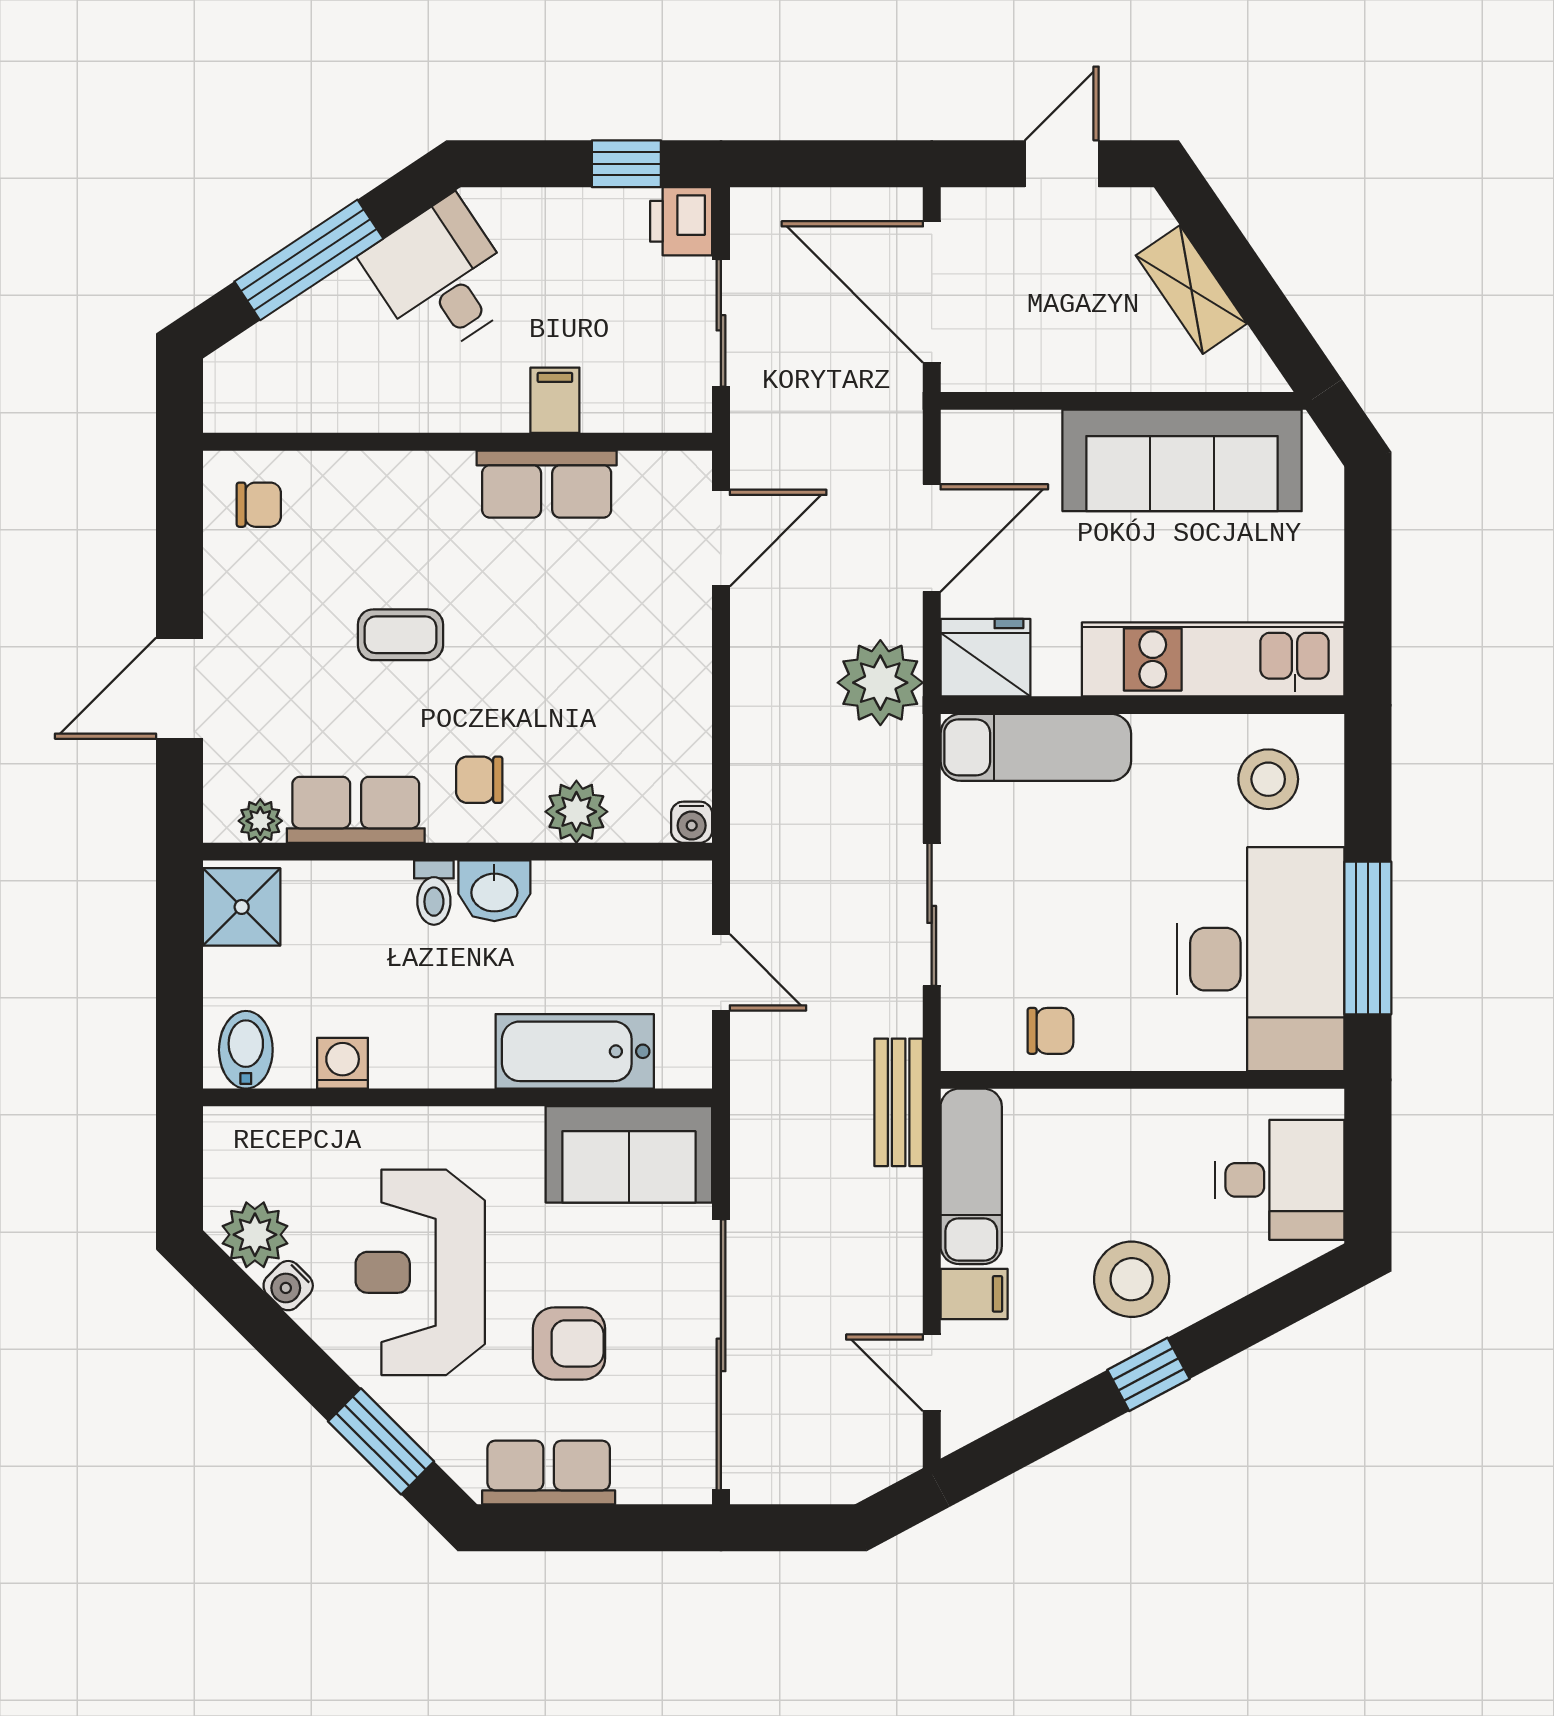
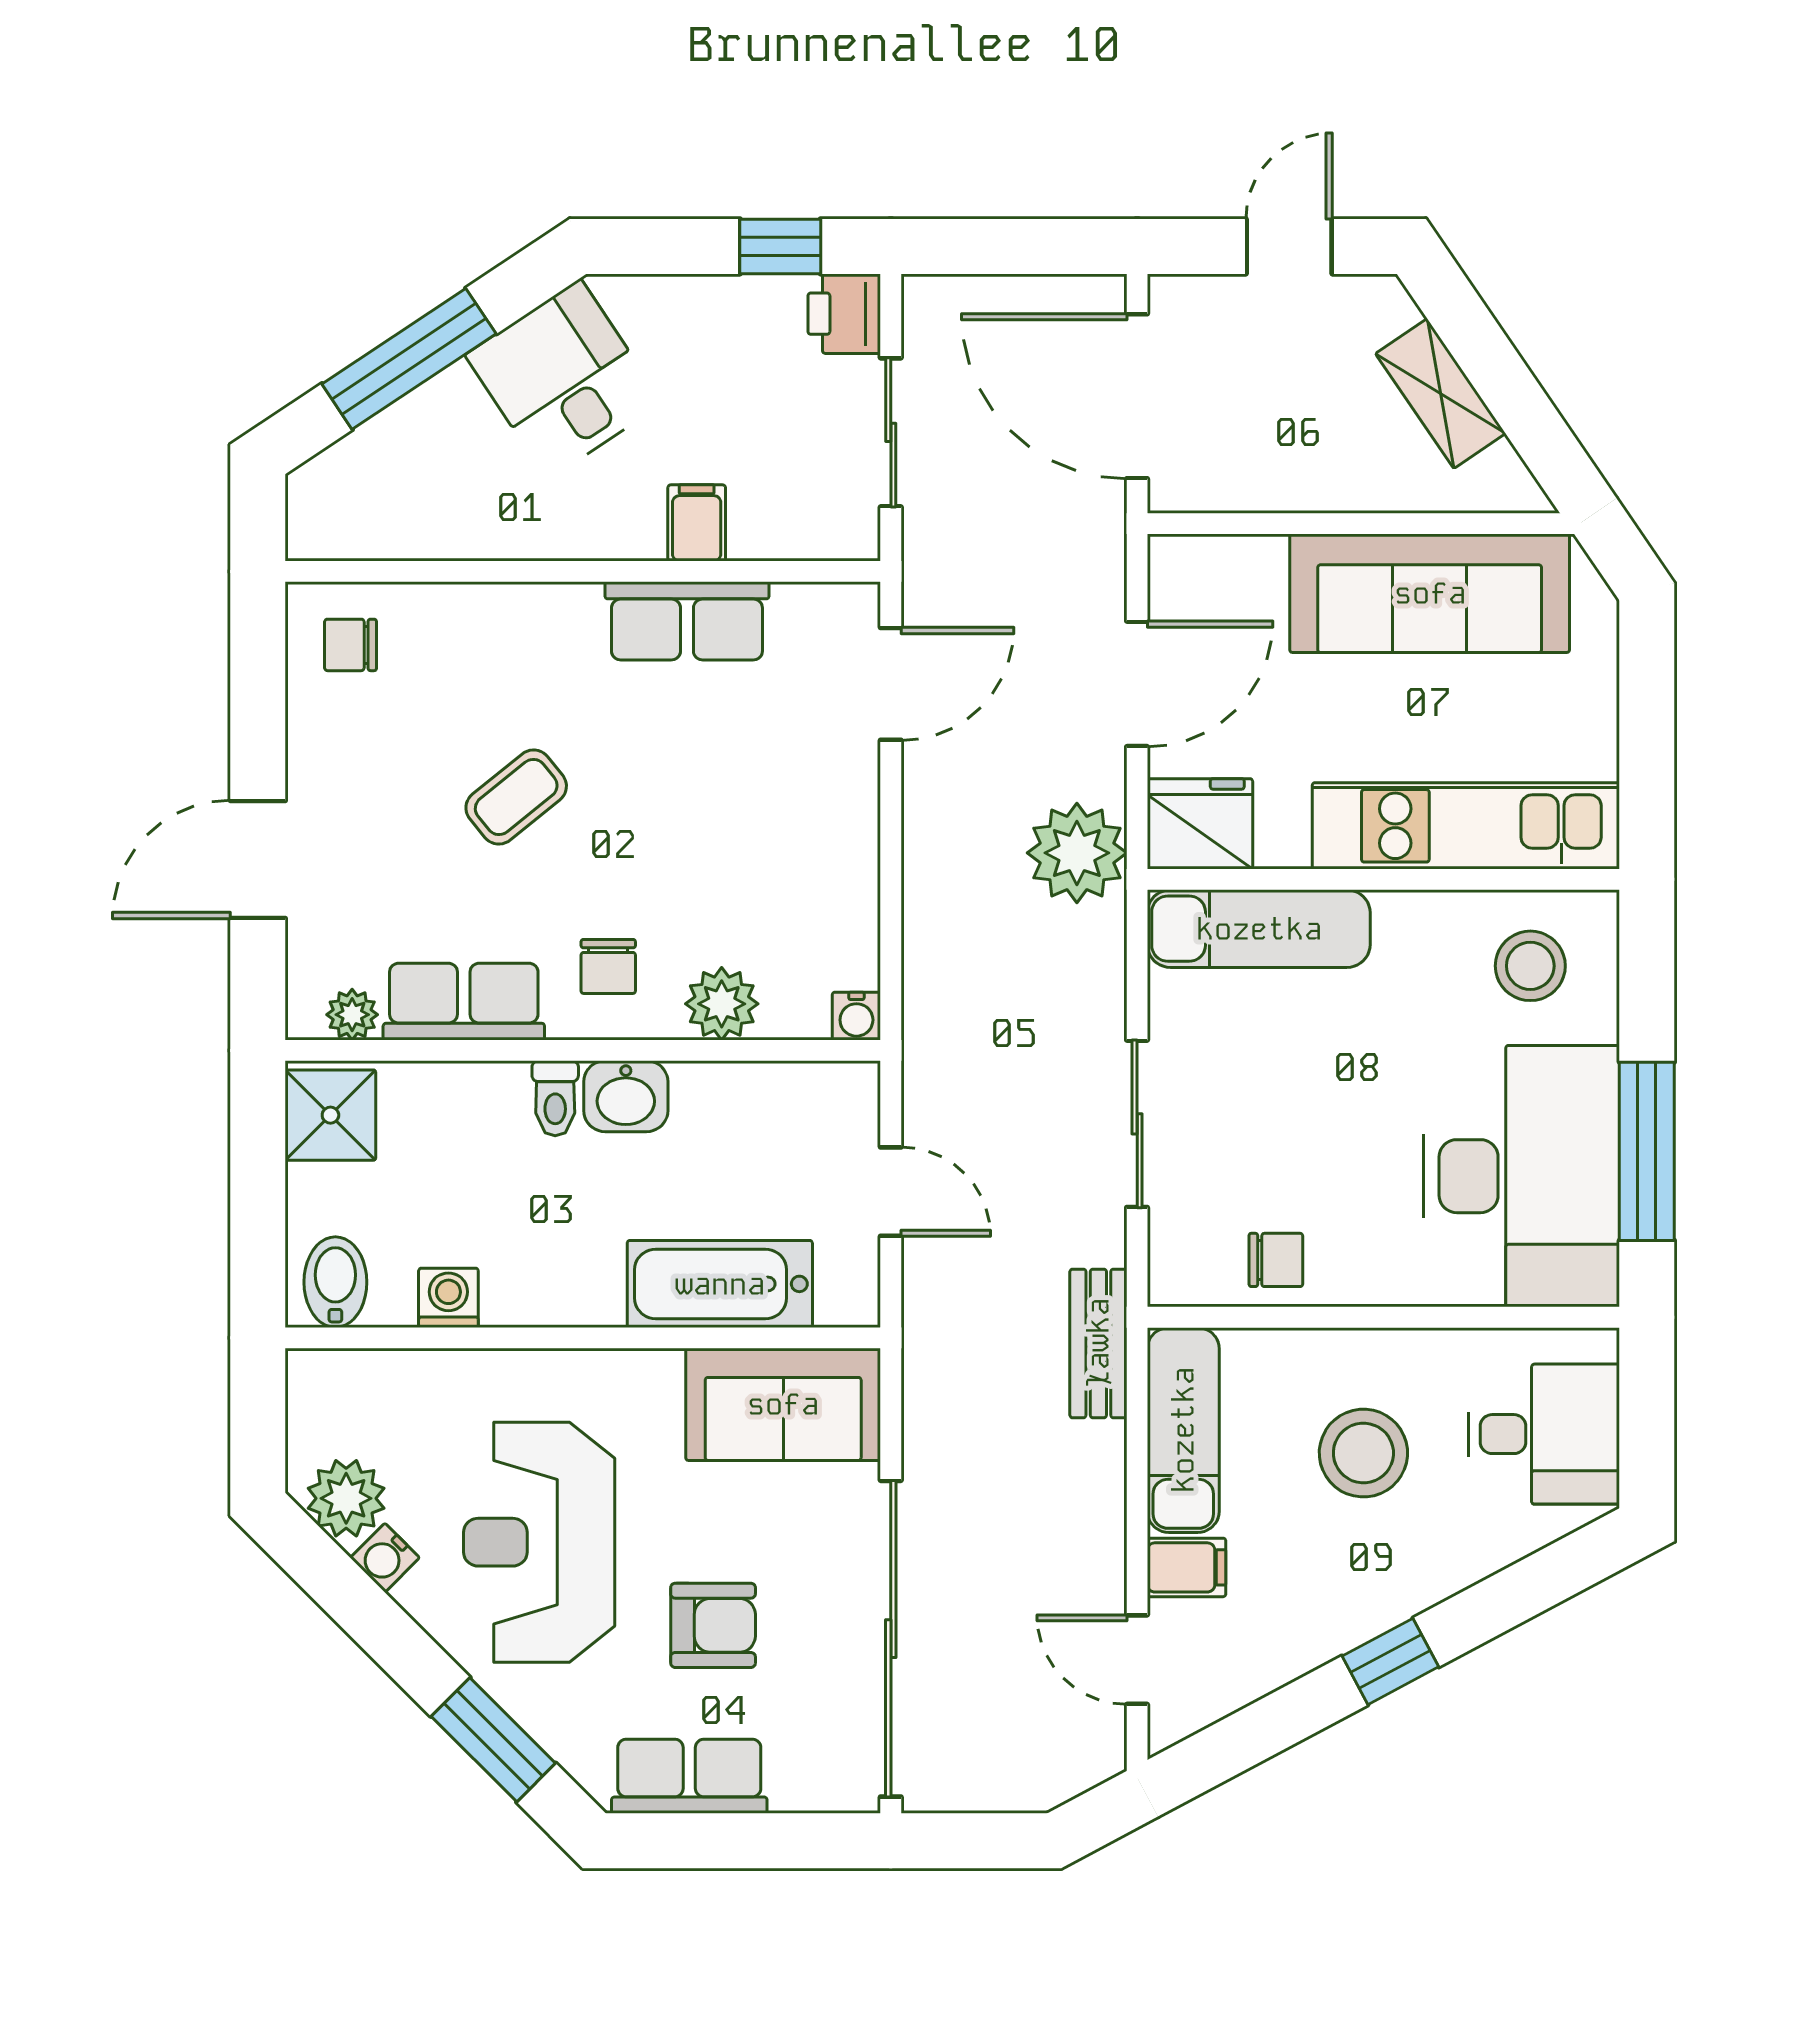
chair: (259, 505) -> (351, 645), turned 180
coffee table: (401, 635) -> (516, 797), turned -39
chair: (479, 780) -> (608, 966), turned -90
stool: (1132, 1279) -> (1363, 1453), moved

